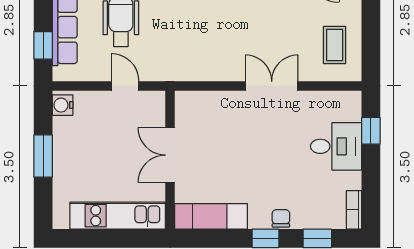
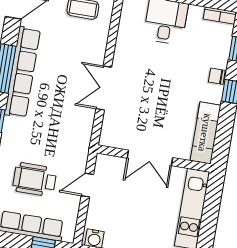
double door: (272, 86) -> (104, 88), moved

